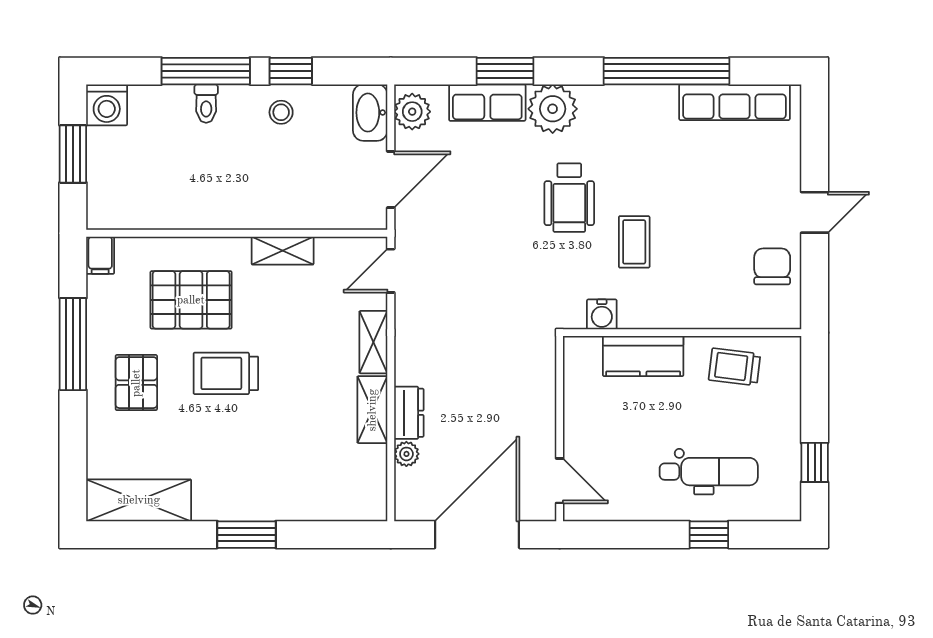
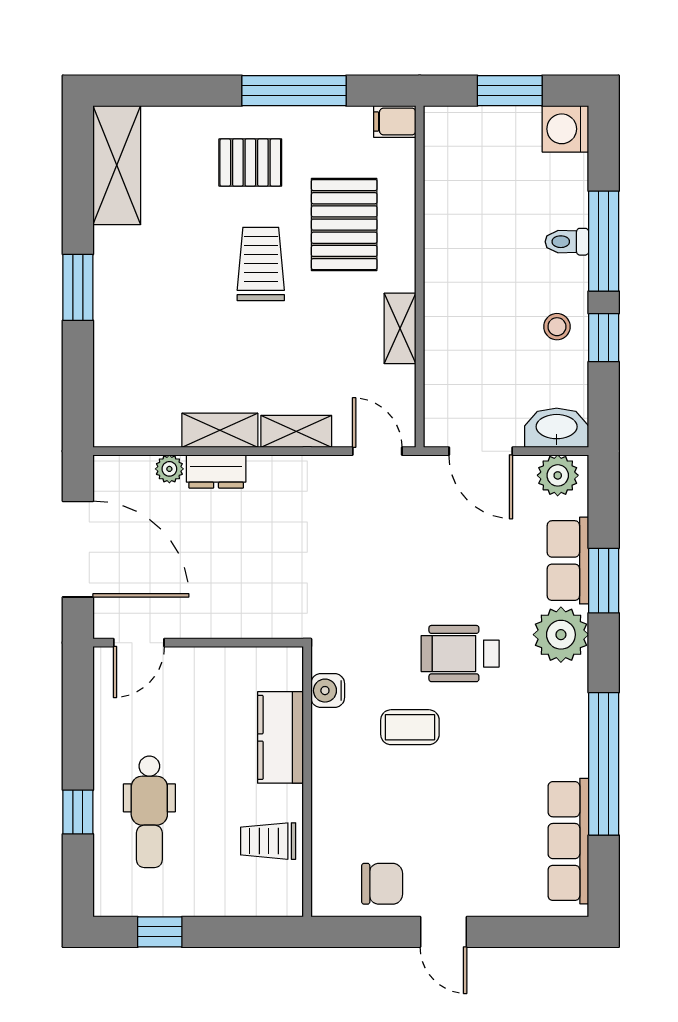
trolley: (735, 367) -> (268, 841), turned -97

